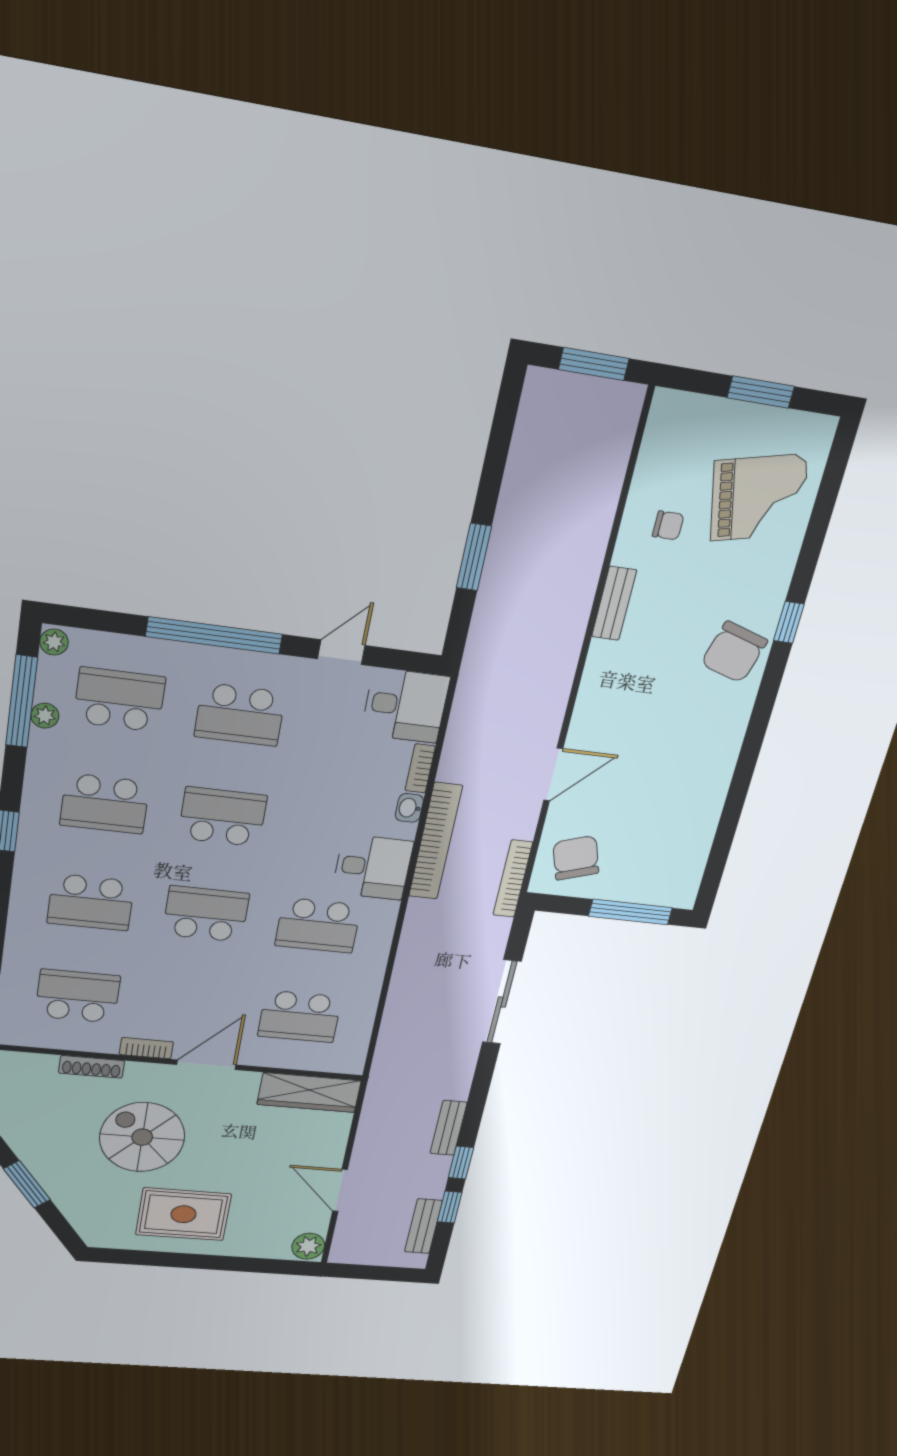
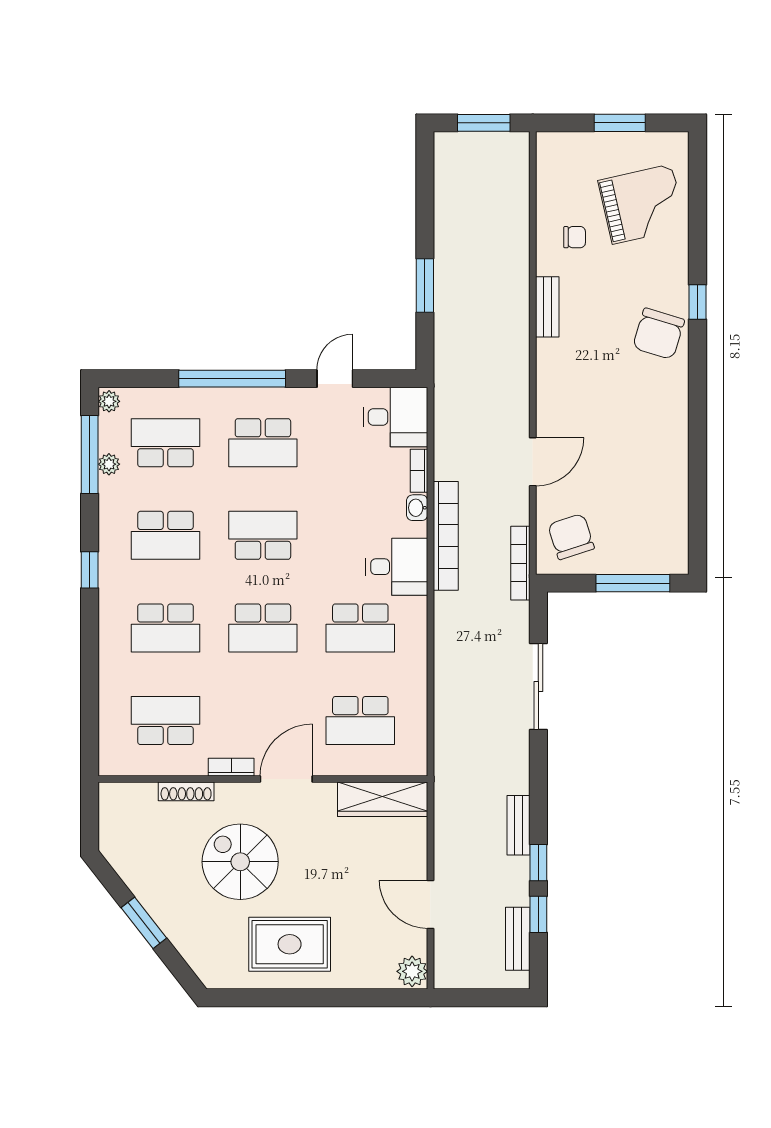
school desk: (206, 914) -> (263, 628), turned 180

